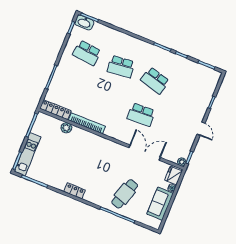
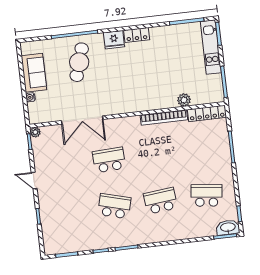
fridge: (173, 176) -> (114, 40), moved, turned 90

